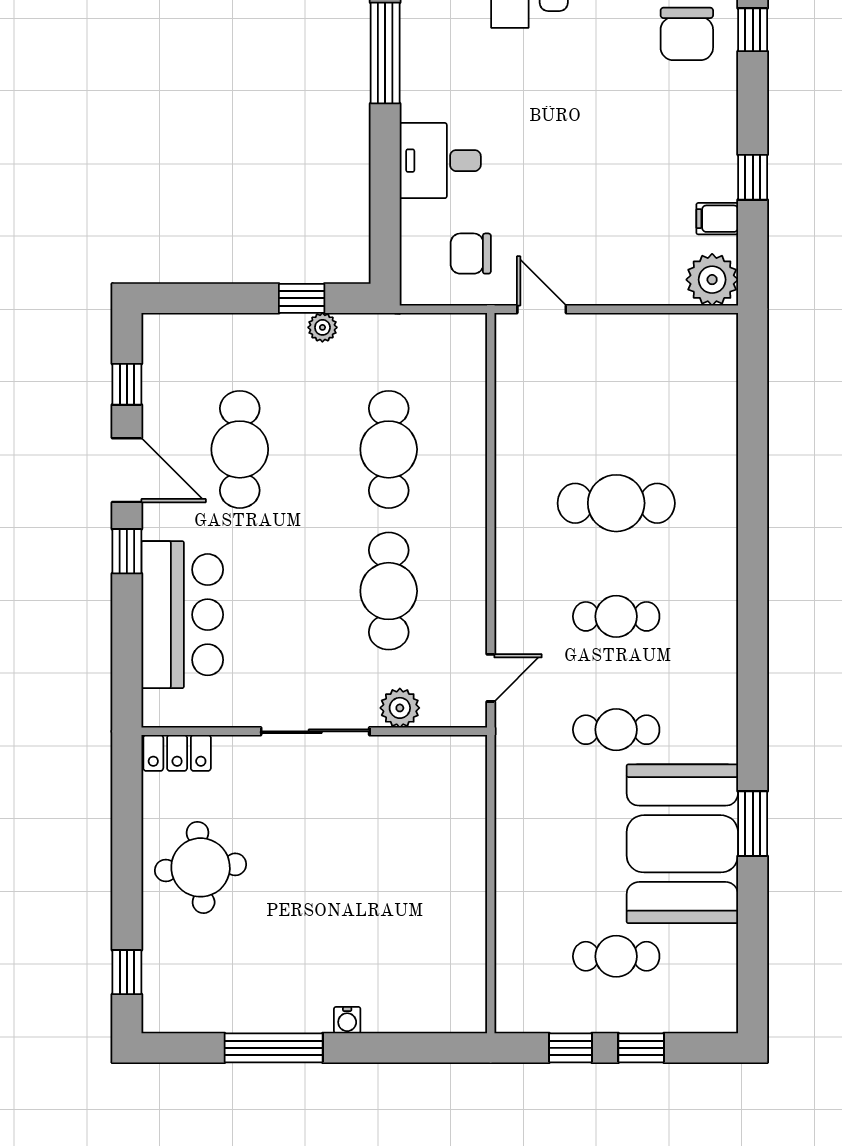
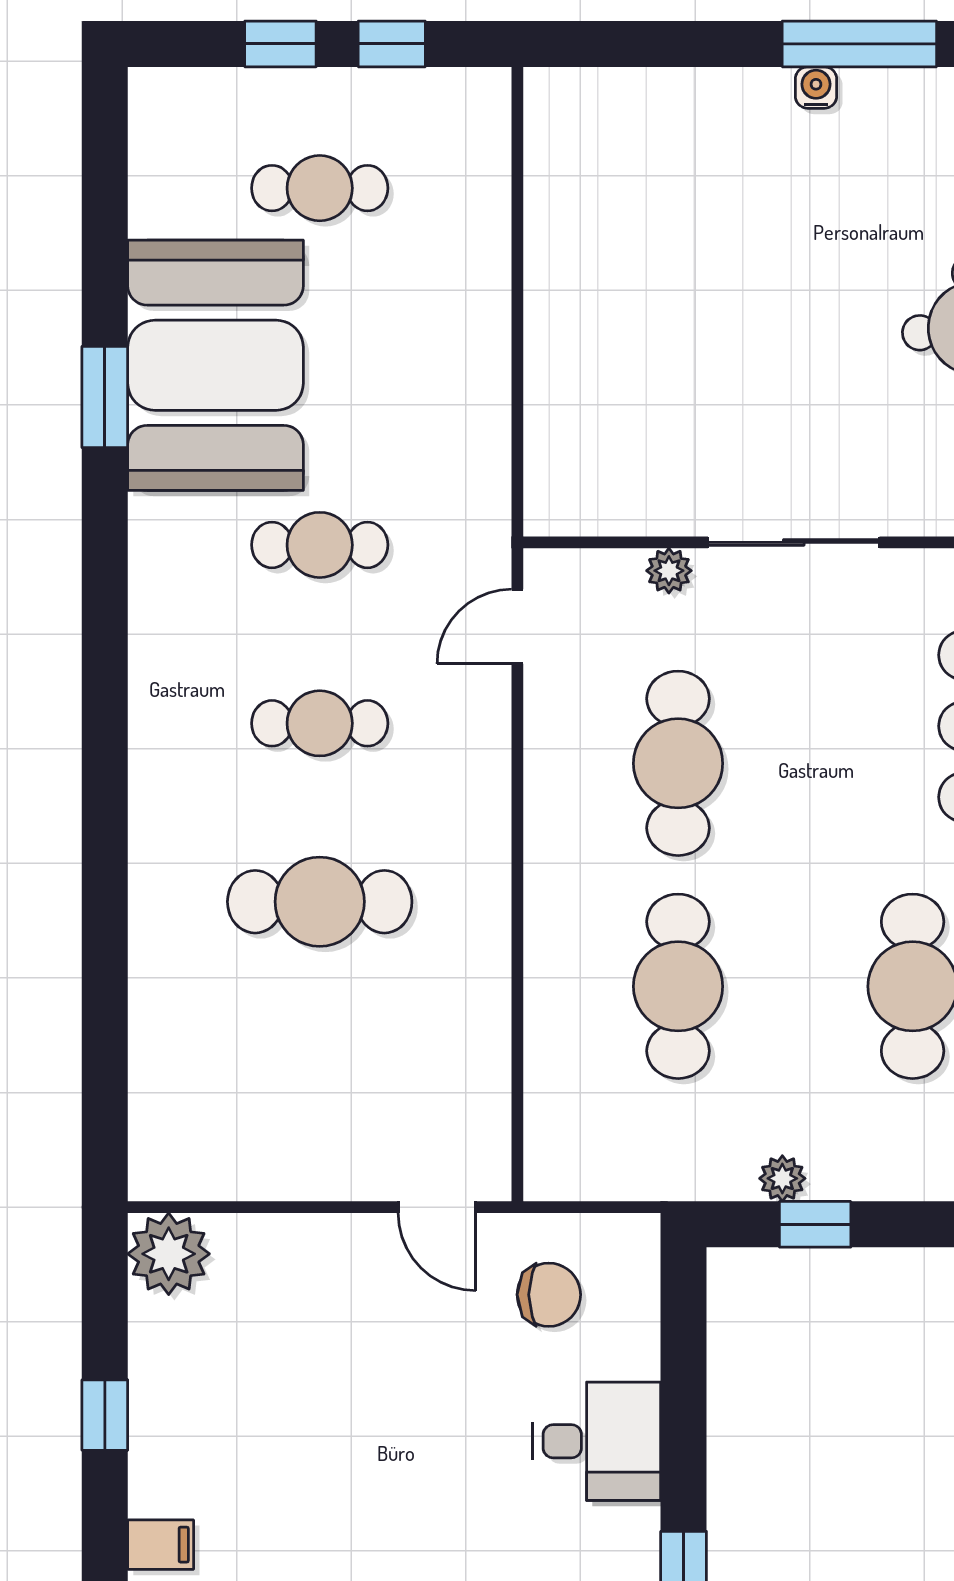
filing cabinet: (717, 219) -> (161, 1545), moved
plant: (400, 708) -> (669, 571), width x0.73, depth x0.73
water cooler: (347, 1020) -> (816, 88), moved

